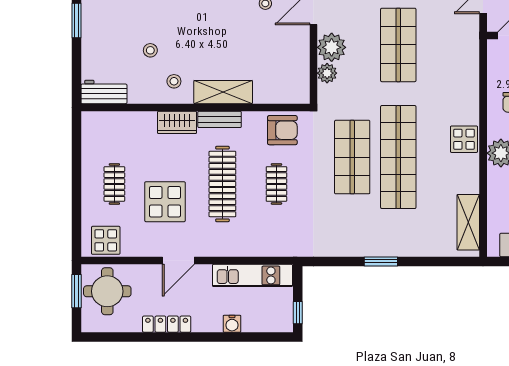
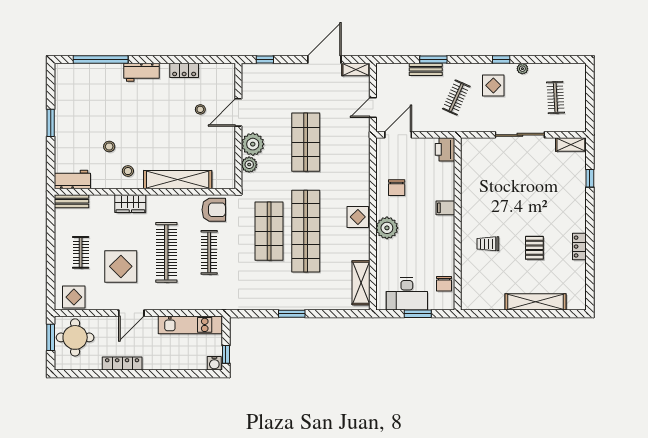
shelving: (223, 92) -> (178, 180), width x1.47
bench: (220, 119) -> (71, 201), moved
clothes rail: (276, 184) -> (209, 252), width x1.36
water cooler: (232, 324) -> (214, 363), moved

